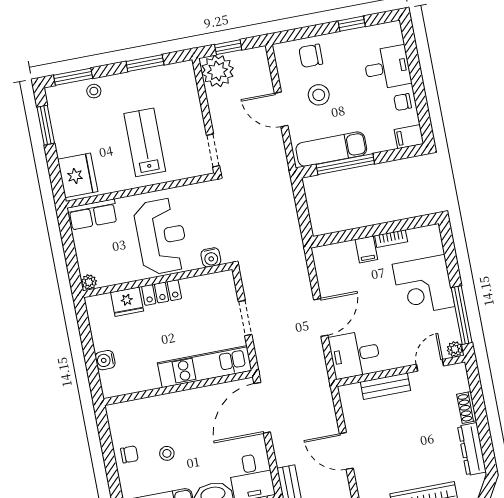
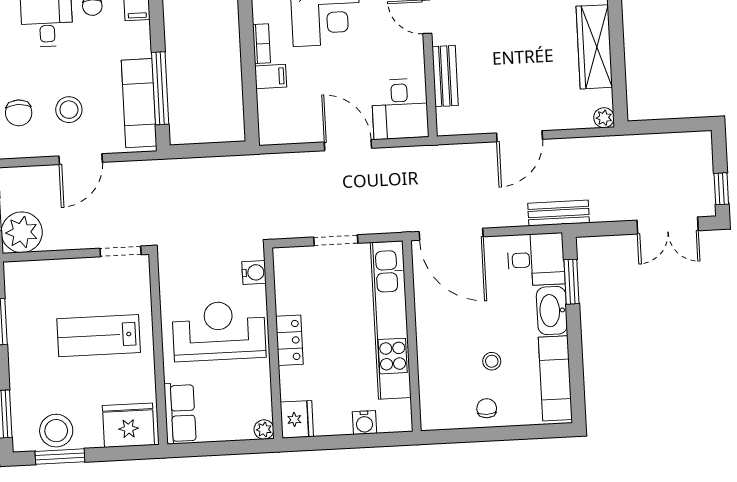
stool: (94, 91) -> (56, 431), moved, width x1.89, depth x1.89
fridge: (127, 302) -> (297, 419), moved
kitchen unit: (205, 367) -> (391, 320), width x1.36

